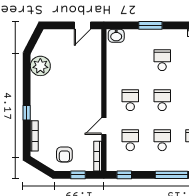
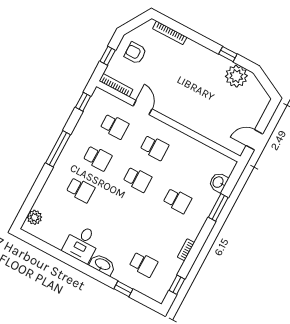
door: (82, 25) -> (254, 140), hinge flipped
washbasin: (116, 36) -> (218, 182), moved
window: (27, 113) -> (228, 54), moved

